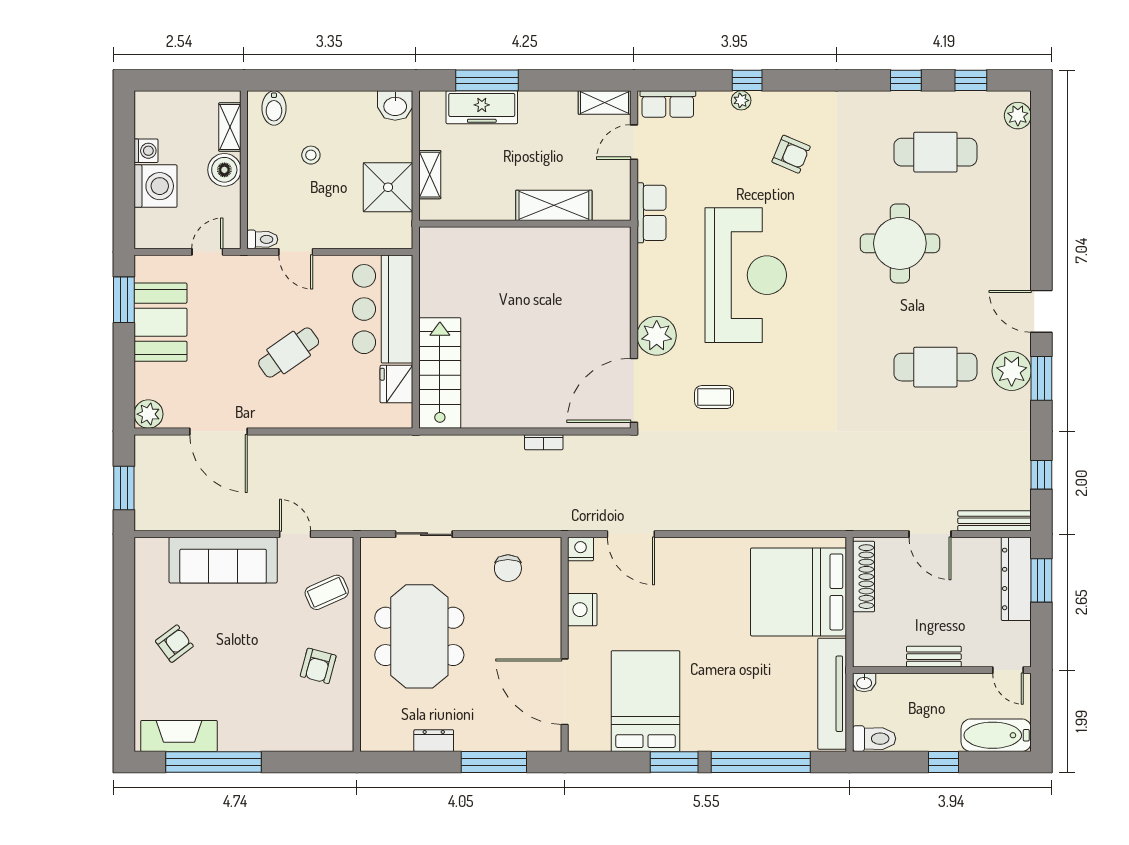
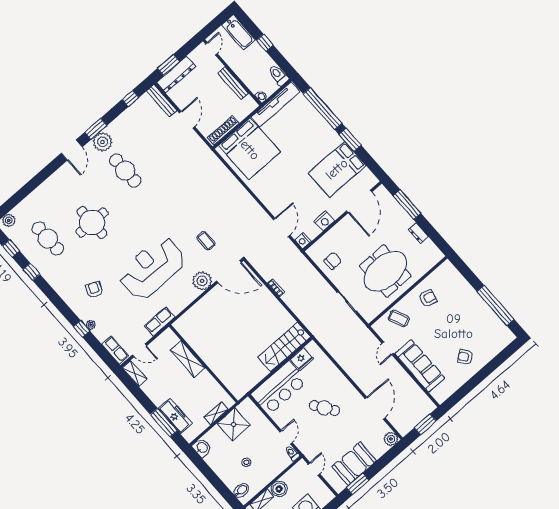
door: (207, 252) -> (314, 469), swing flipped
bench: (934, 657) -> (233, 83), width x1.36
fireplace: (179, 736) -> (497, 326), removed

